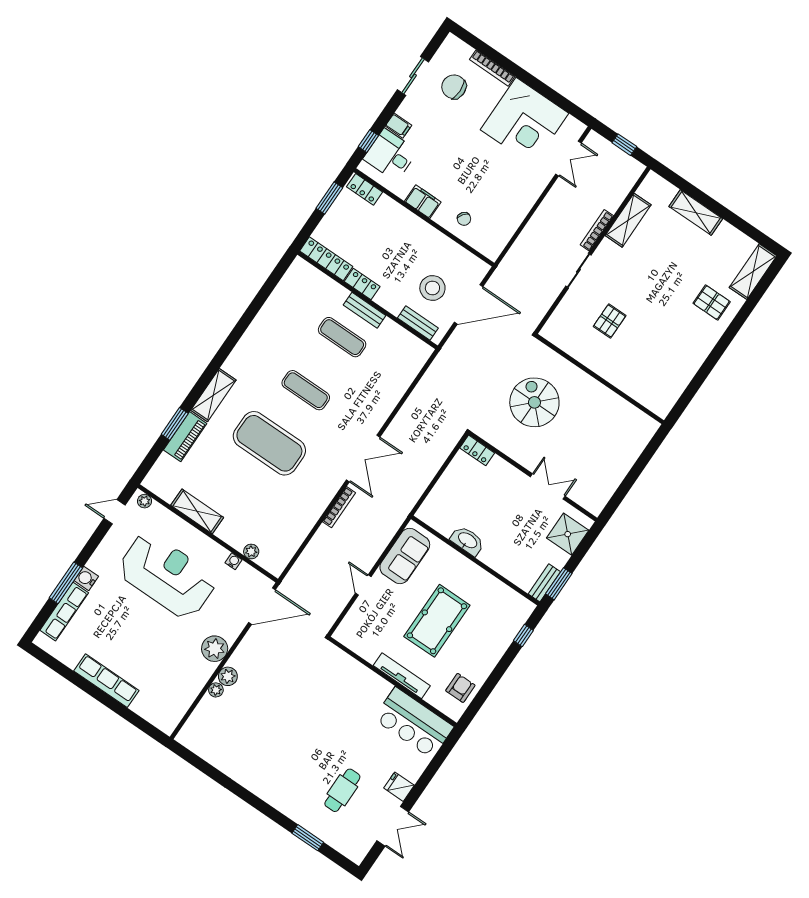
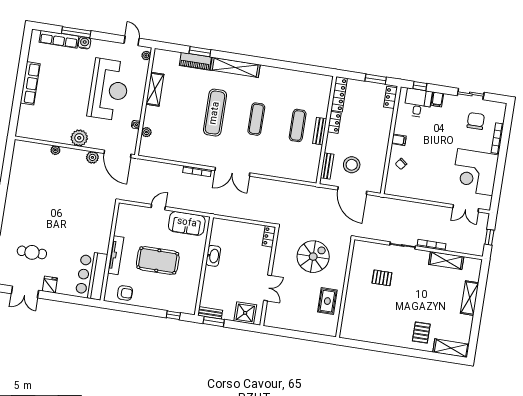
filing cabinet: (423, 202) -> (399, 140), width x0.50
shelving: (213, 395) -> (235, 67), width x1.47
rug: (606, 412) -> (327, 301), added
exercise mat: (269, 443) -> (215, 113), width x0.68
plant: (228, 676) -> (92, 157), moved

